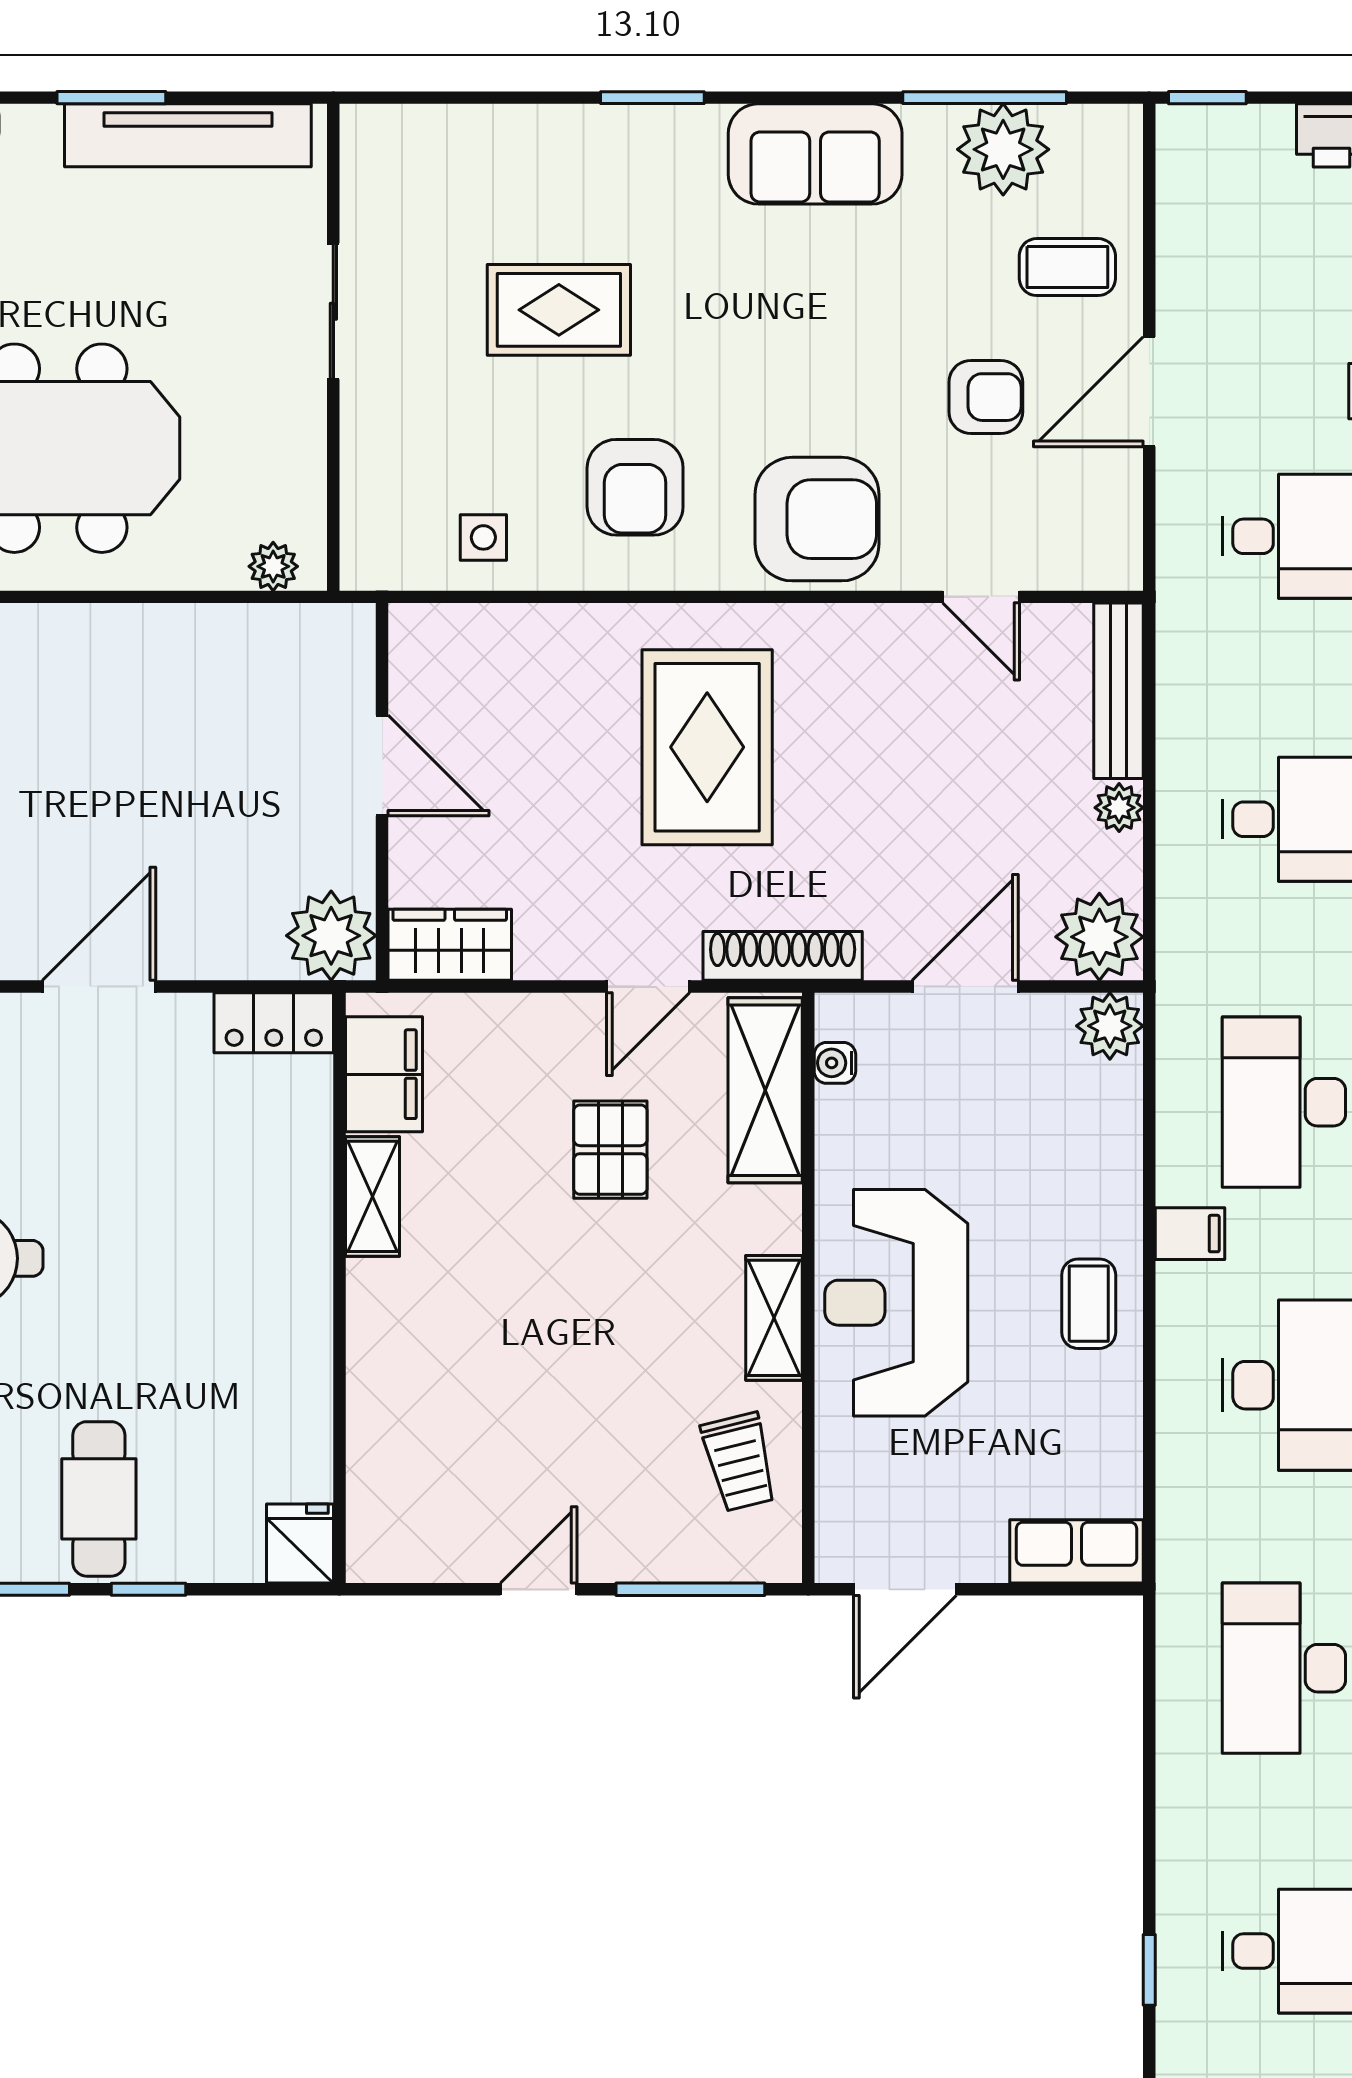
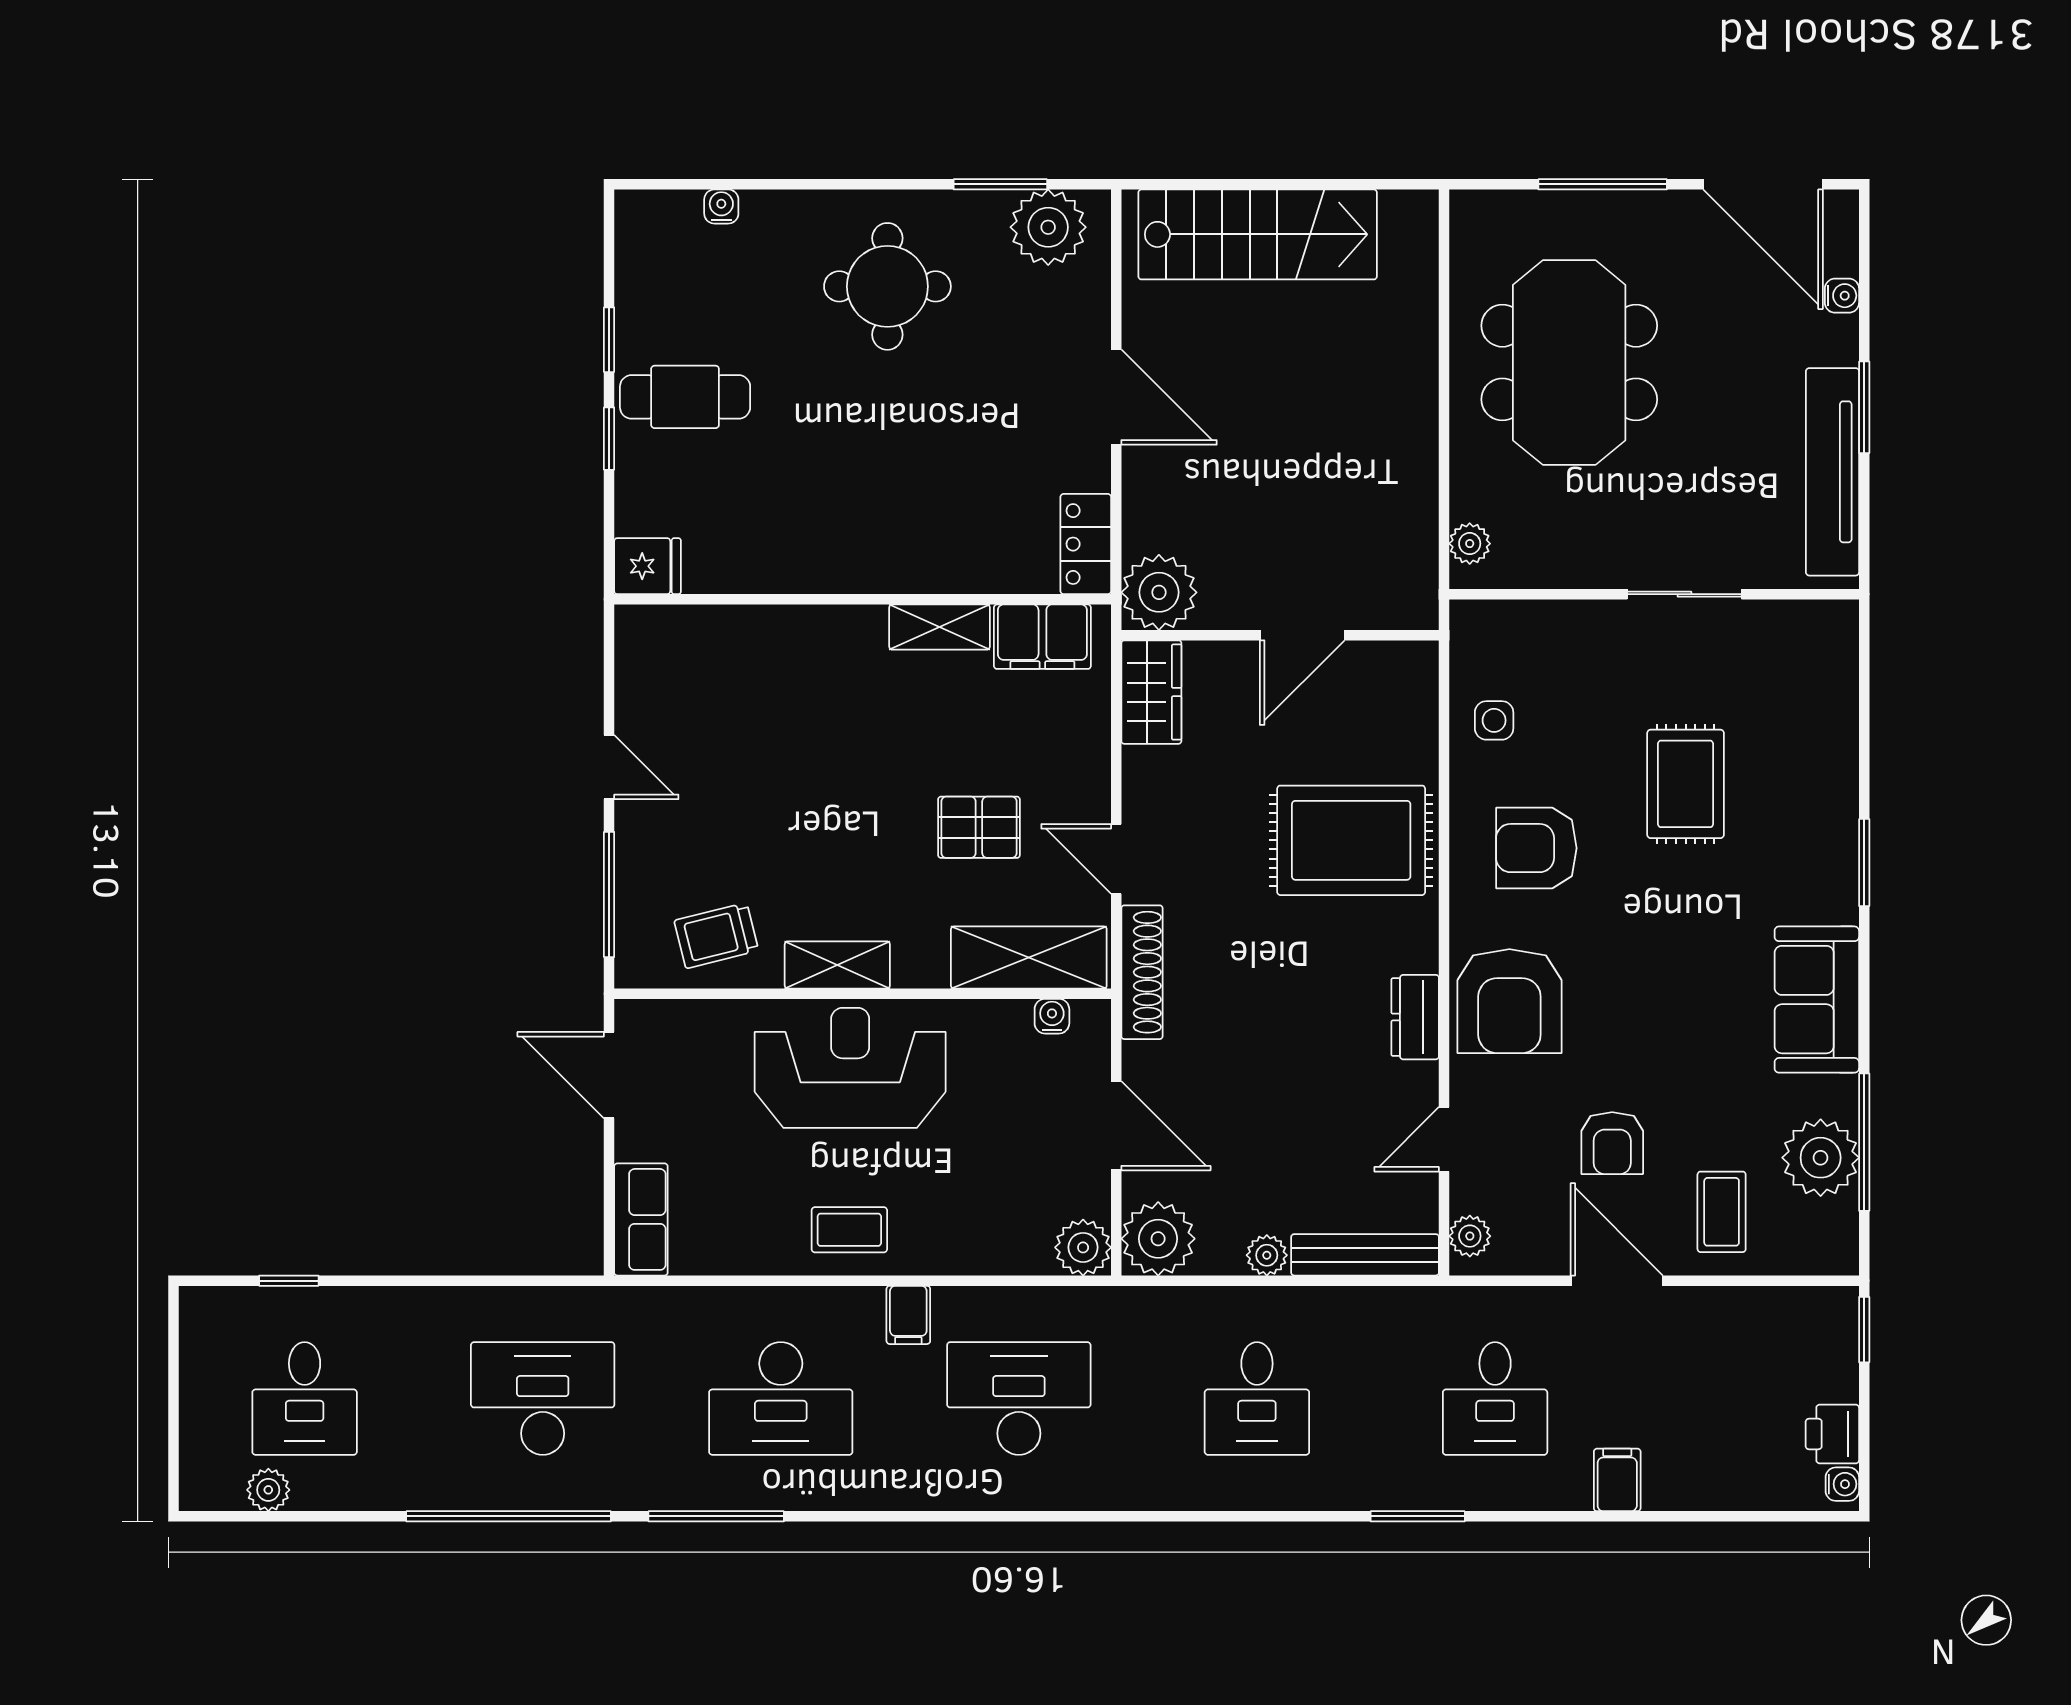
plant: (1096, 566) -> (1470, 1236), added
dresser: (836, 631) -> (1415, 1017), added
rug: (707, 747) -> (1351, 840), moved

